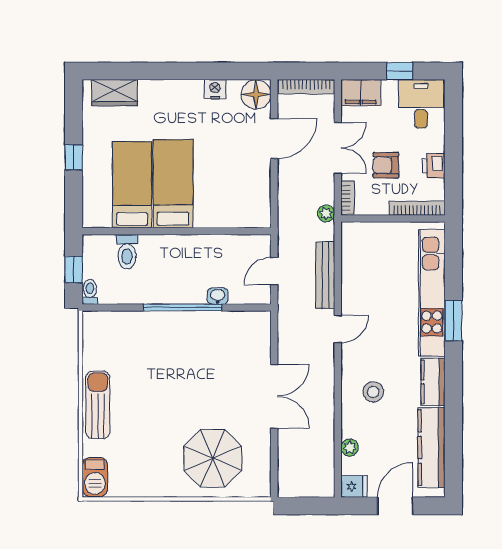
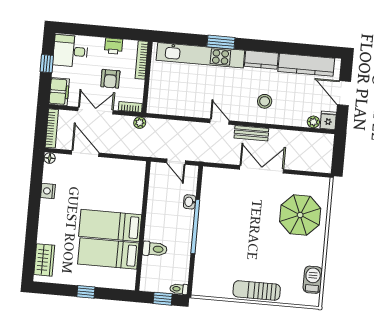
floor lamp: (256, 94) -> (50, 158), width x0.53, depth x0.53
toilet: (127, 252) -> (155, 249), moved
bench: (325, 275) -> (251, 133), moved, width x0.73
plant: (350, 448) -> (313, 122), moved
barbecue: (95, 477) -> (313, 280), moved, turned -90

